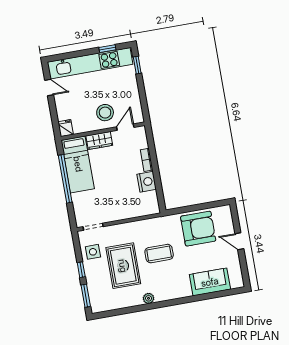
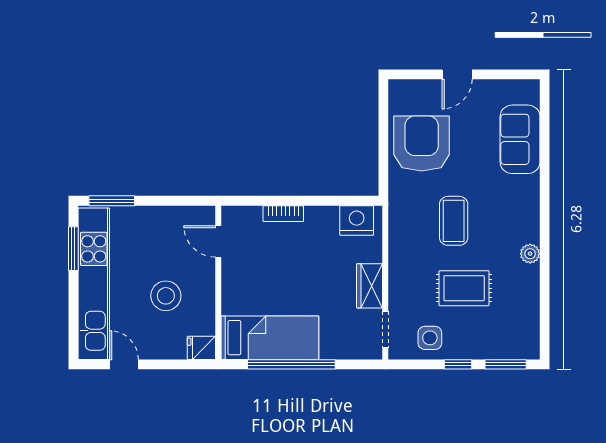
window: (107, 49) -> (73, 249), width x1.50
window: (137, 65) -> (112, 201), width x1.50
door: (49, 88) -> (124, 364), hinge flipped
stool: (105, 113) -> (166, 296), moved
wardrobe: (99, 141) -> (370, 286), moved, turned 180
nightstand: (147, 182) -> (357, 220), moved
rug: (123, 266) -> (464, 288), width x0.73, depth x0.70

